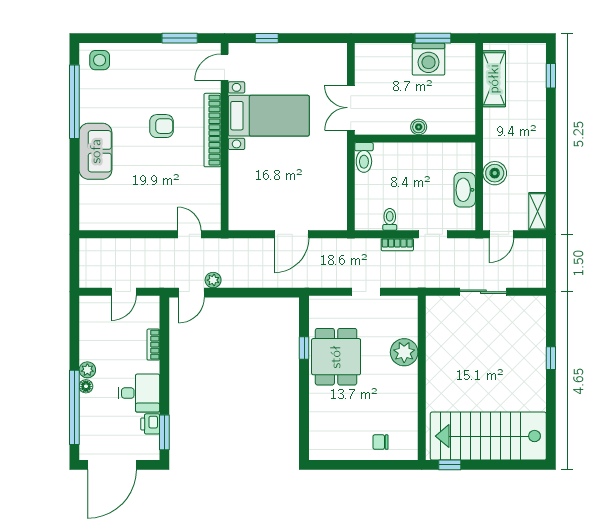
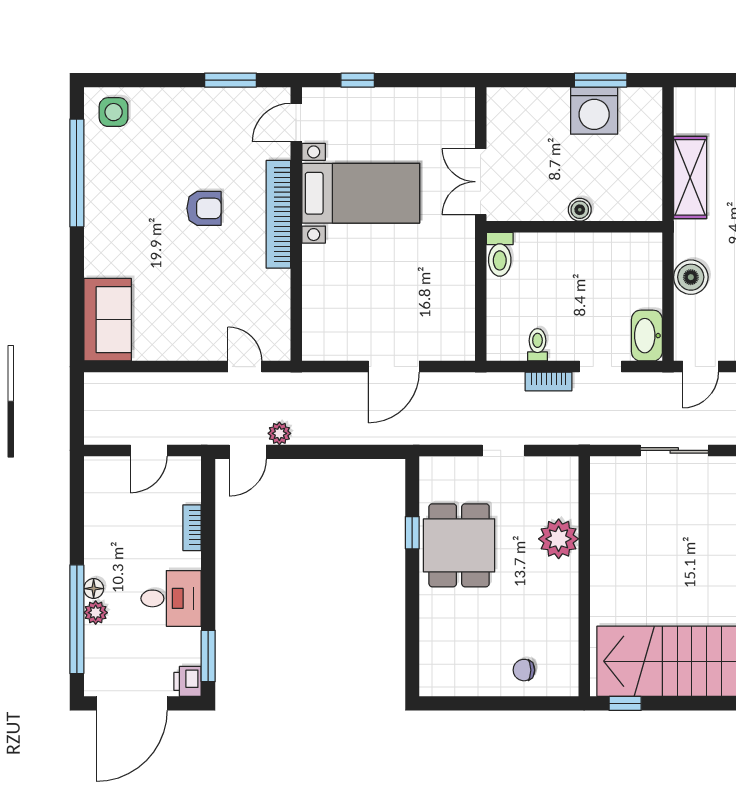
shelving: (494, 79) -> (690, 177), moved
sofa: (96, 151) -> (108, 320), moved
washbasin: (465, 190) -> (647, 336), moved
plant: (87, 370) -> (96, 613), moved
printer: (150, 424) -> (188, 681), moved

